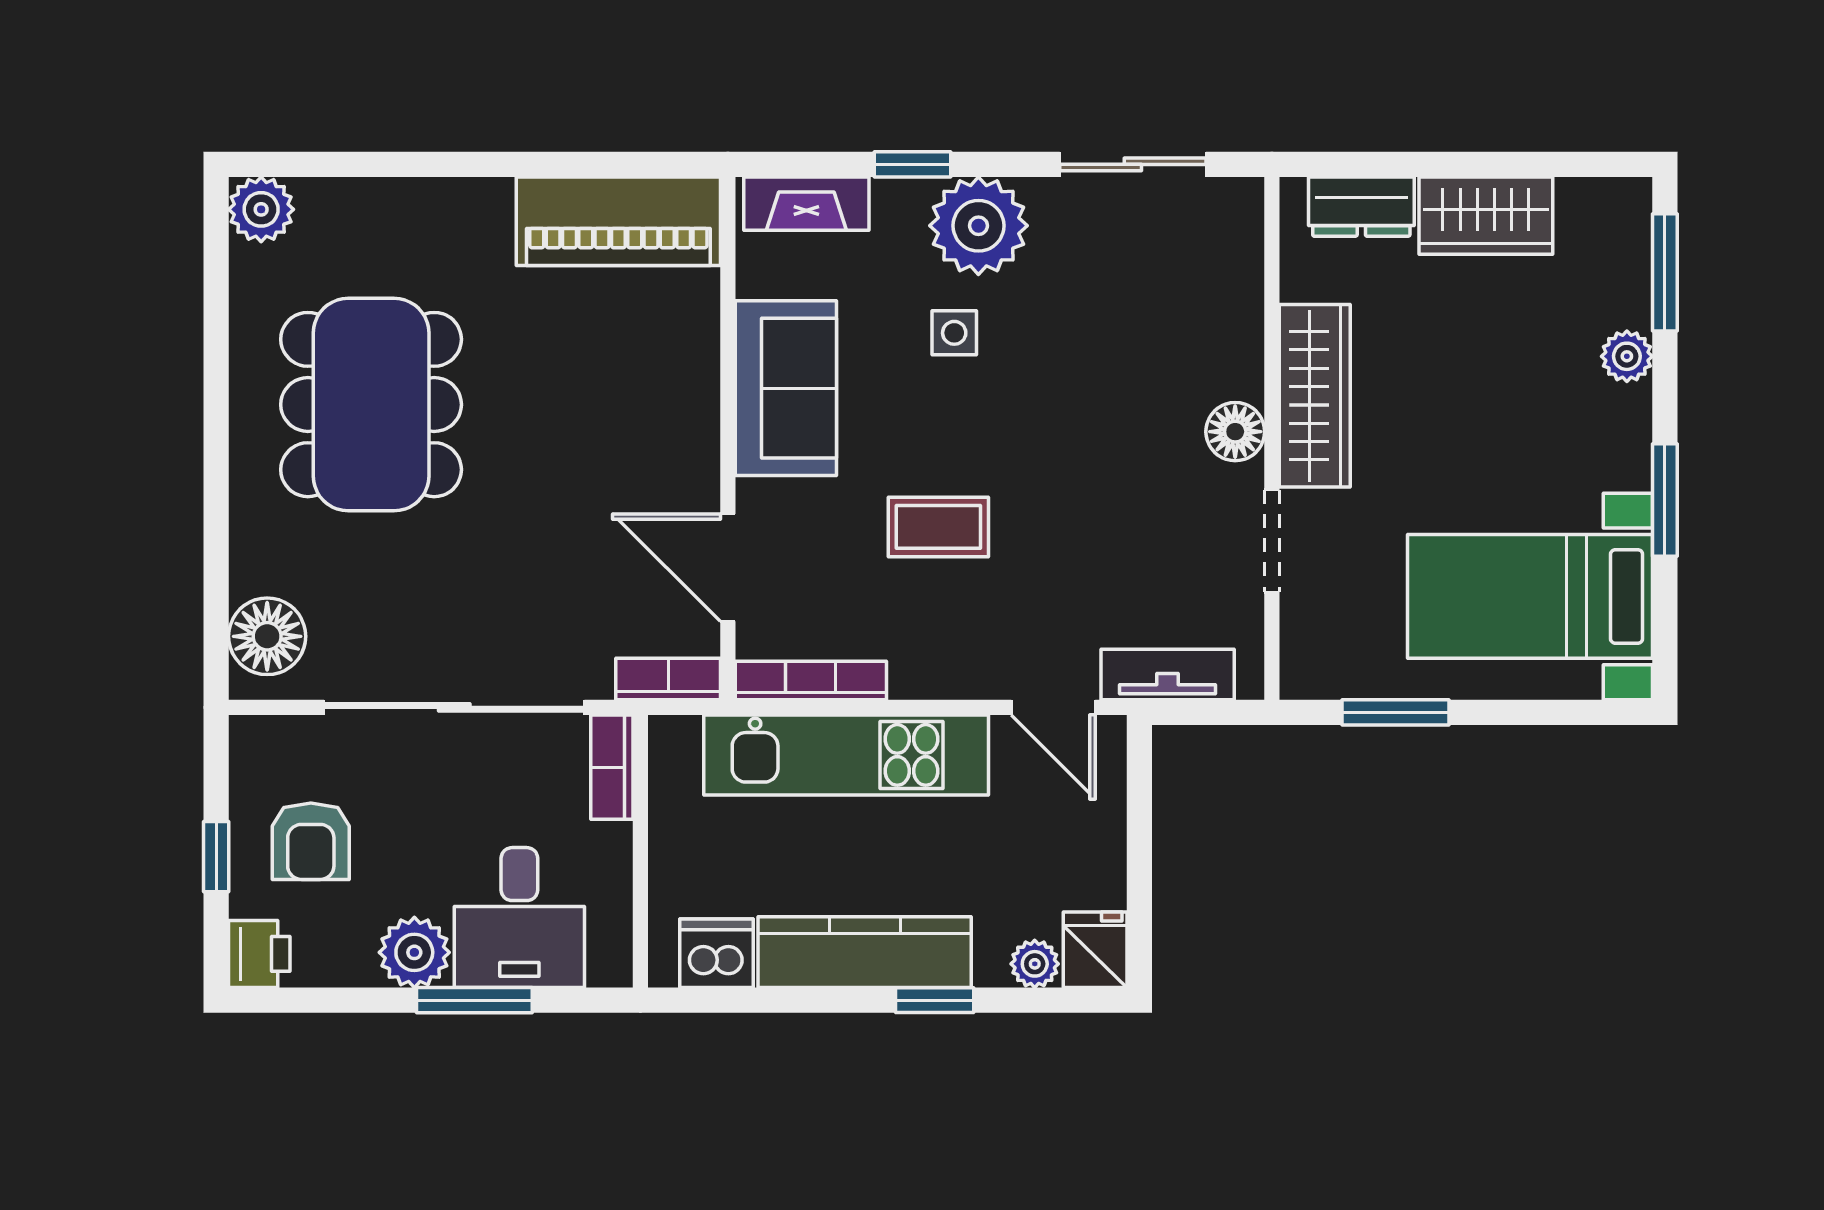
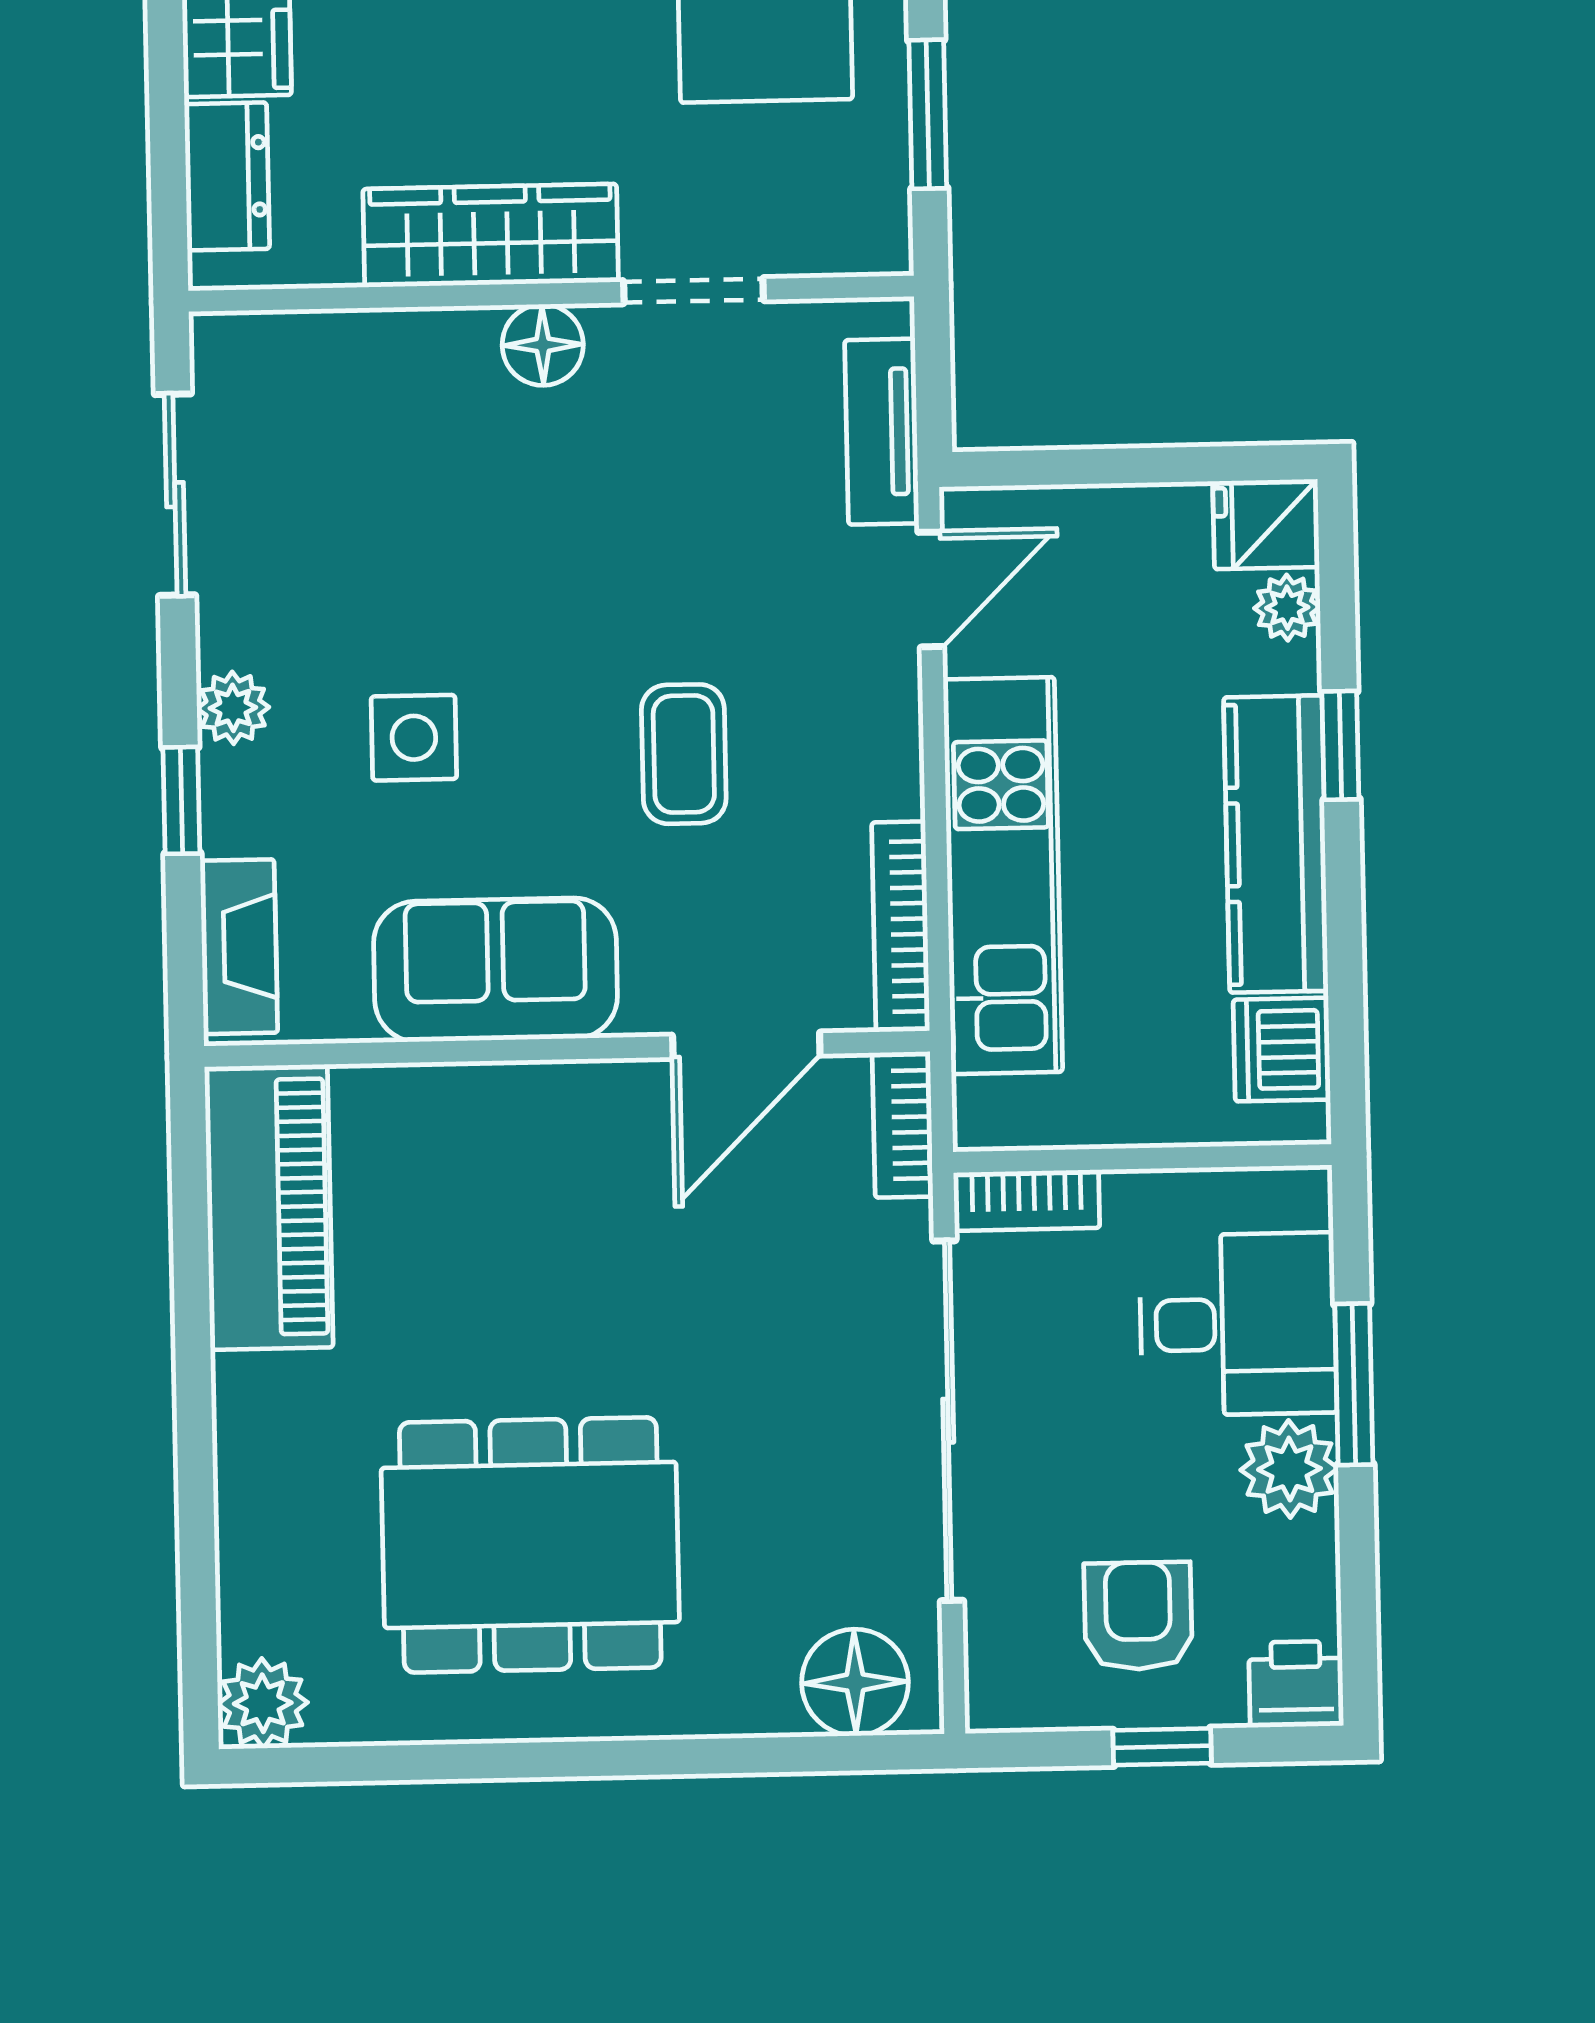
plant: (978, 226) -> (233, 708), width x0.53, depth x0.53
side table: (954, 333) -> (414, 738), width x1.37, depth x1.37
armchair: (311, 841) -> (1138, 1616), turned -90

